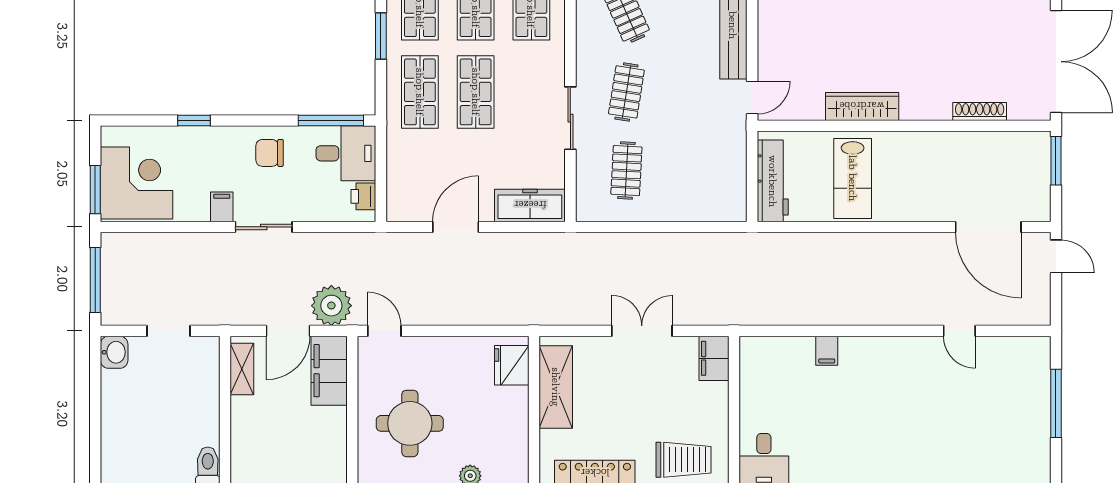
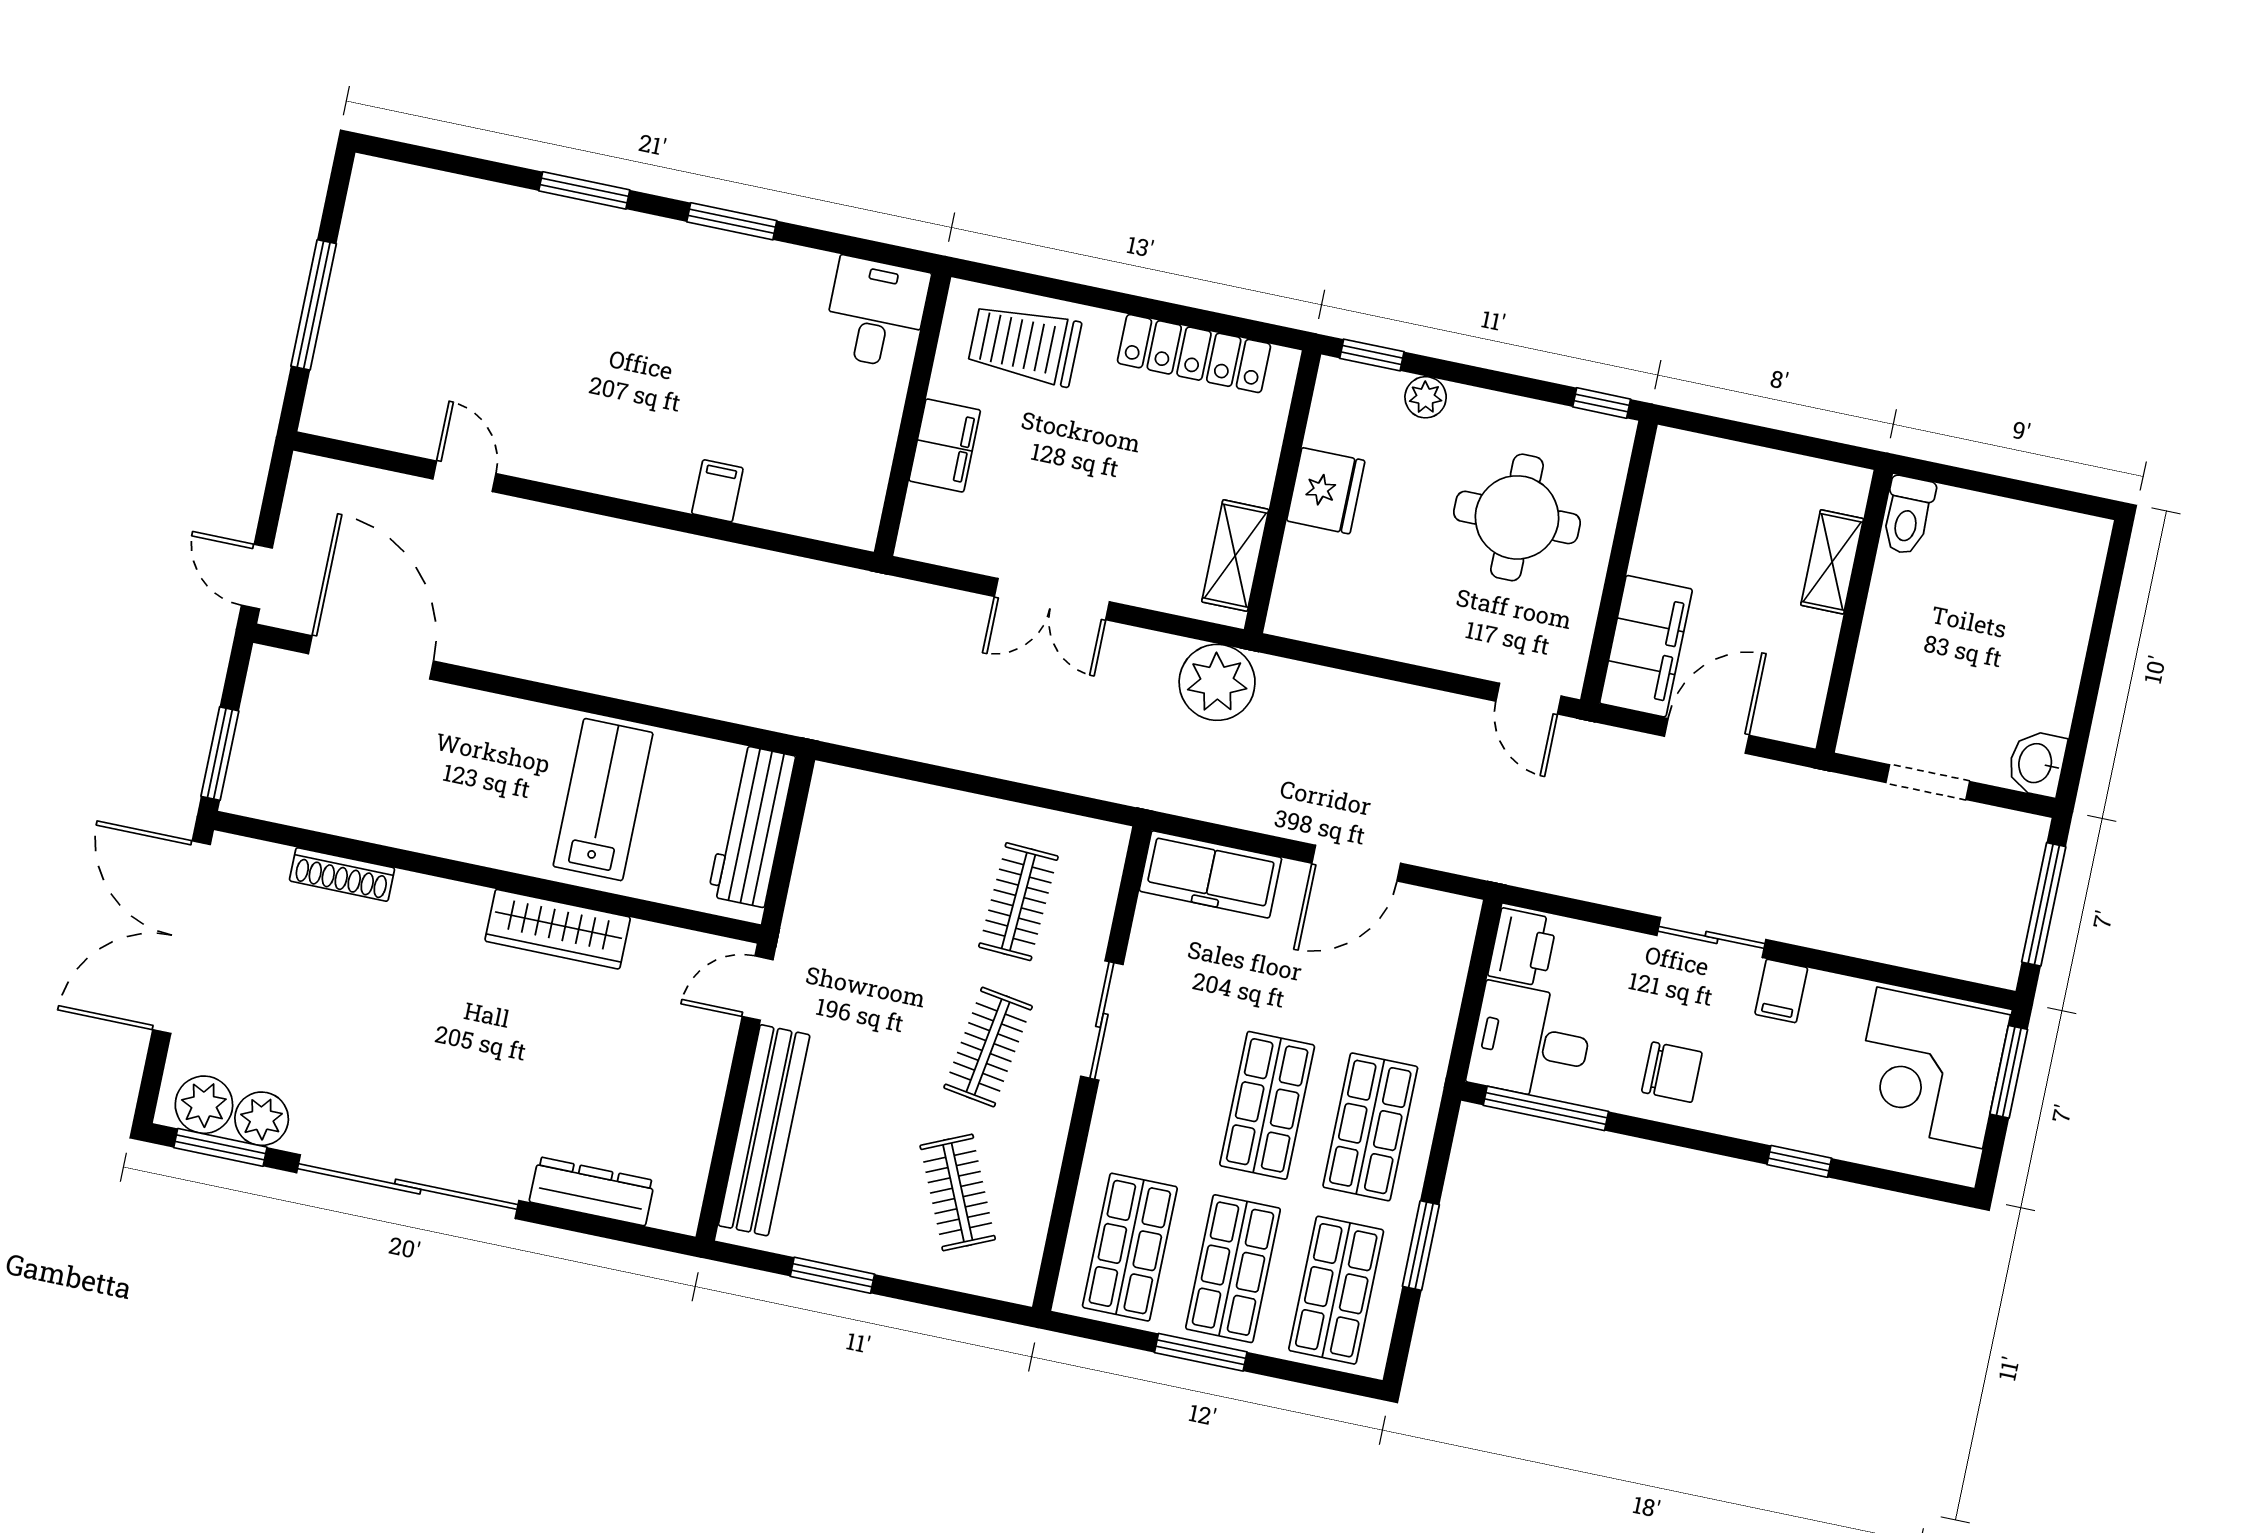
printer: (363, 196) -> (1523, 947), width x1.36, depth x1.24
plant: (331, 306) -> (1217, 682), moved
filing cabinet: (714, 358) -> (945, 445), moved
fridge: (512, 365) -> (1326, 491), moved
shelving: (242, 369) -> (1832, 562), moved
shelving: (556, 387) -> (1235, 556), width x0.67, depth x0.75

